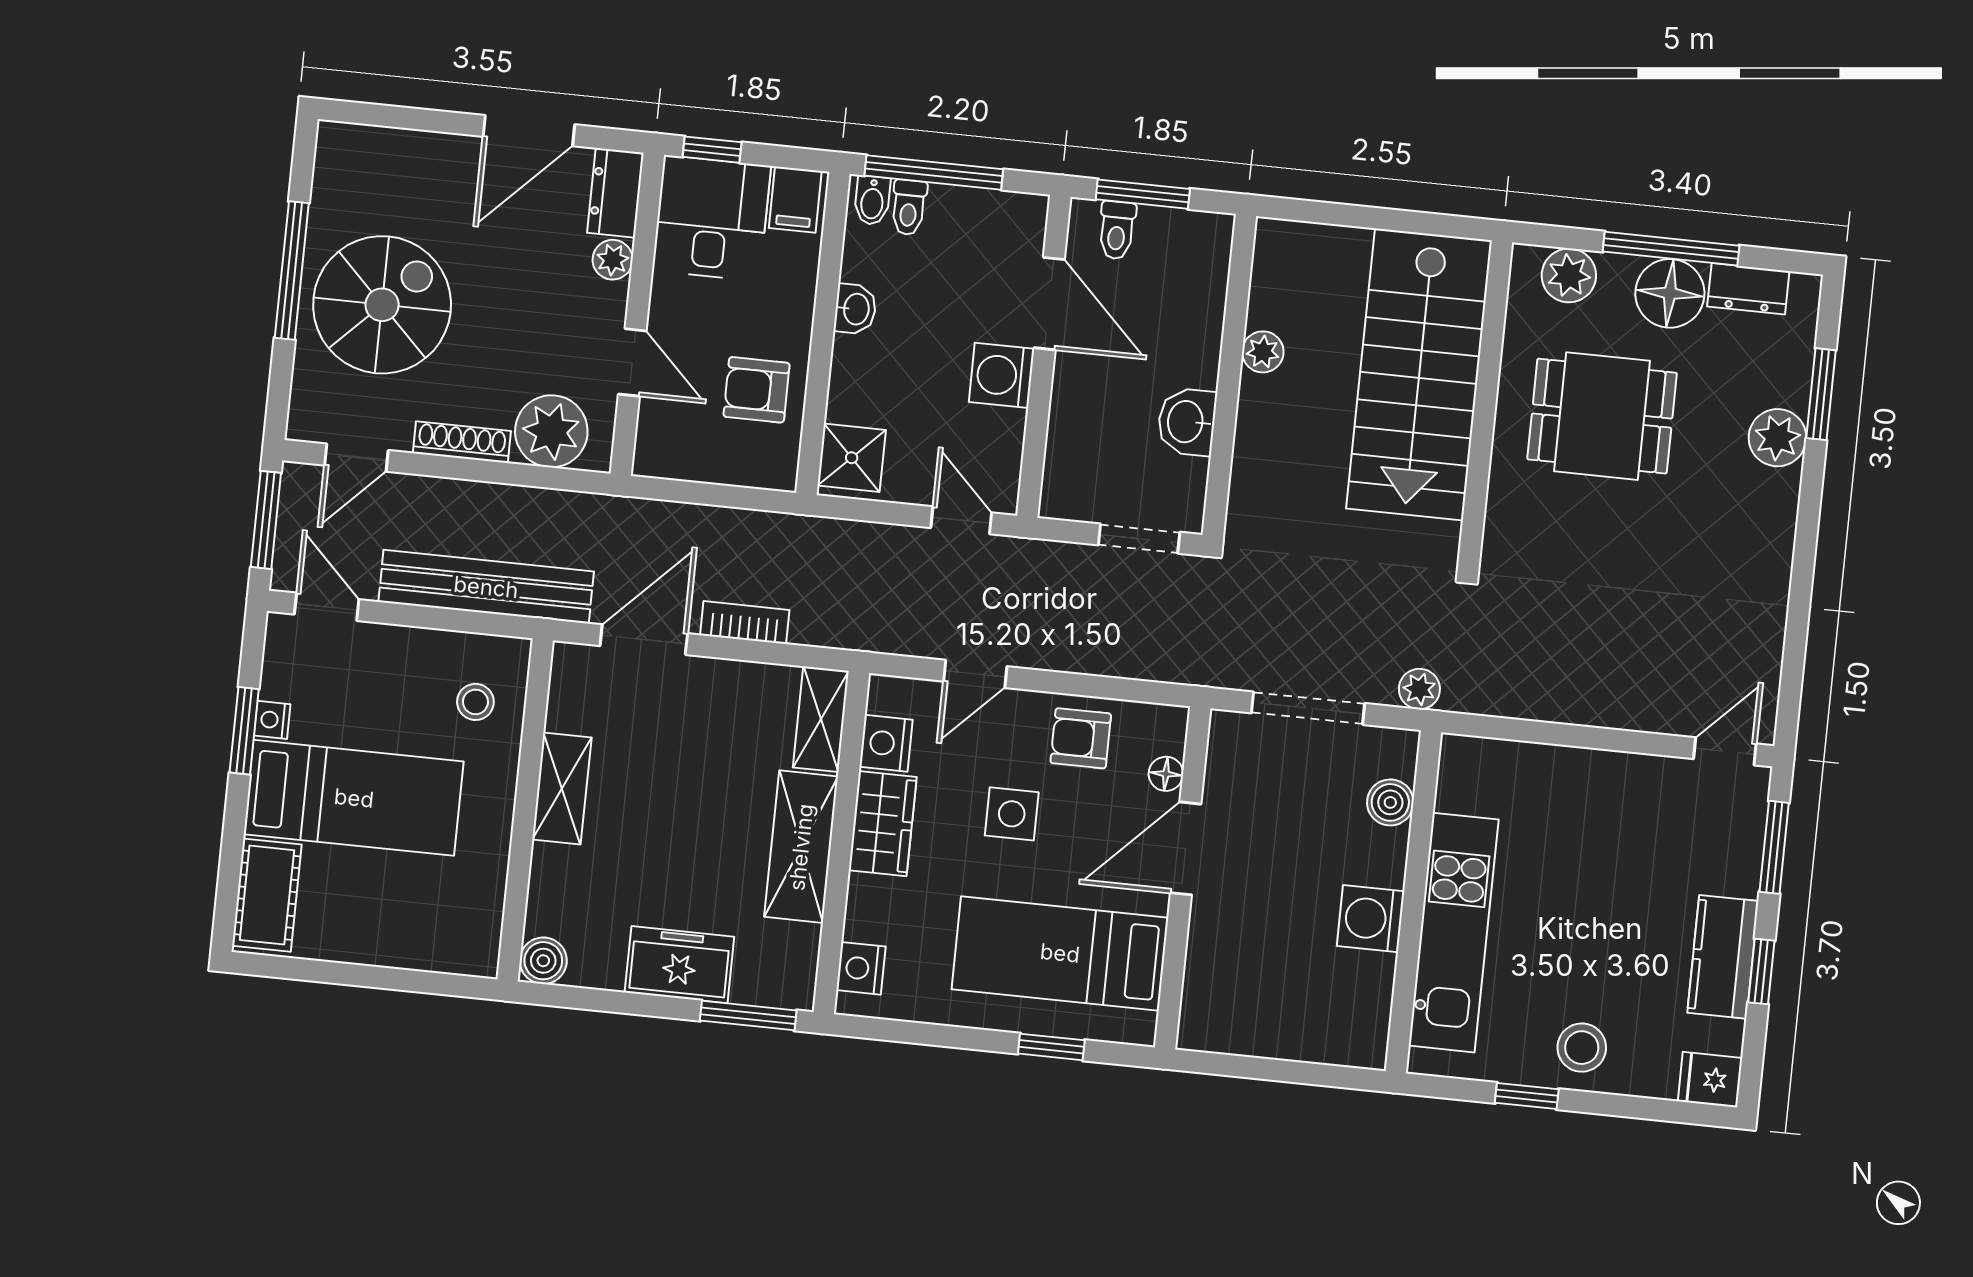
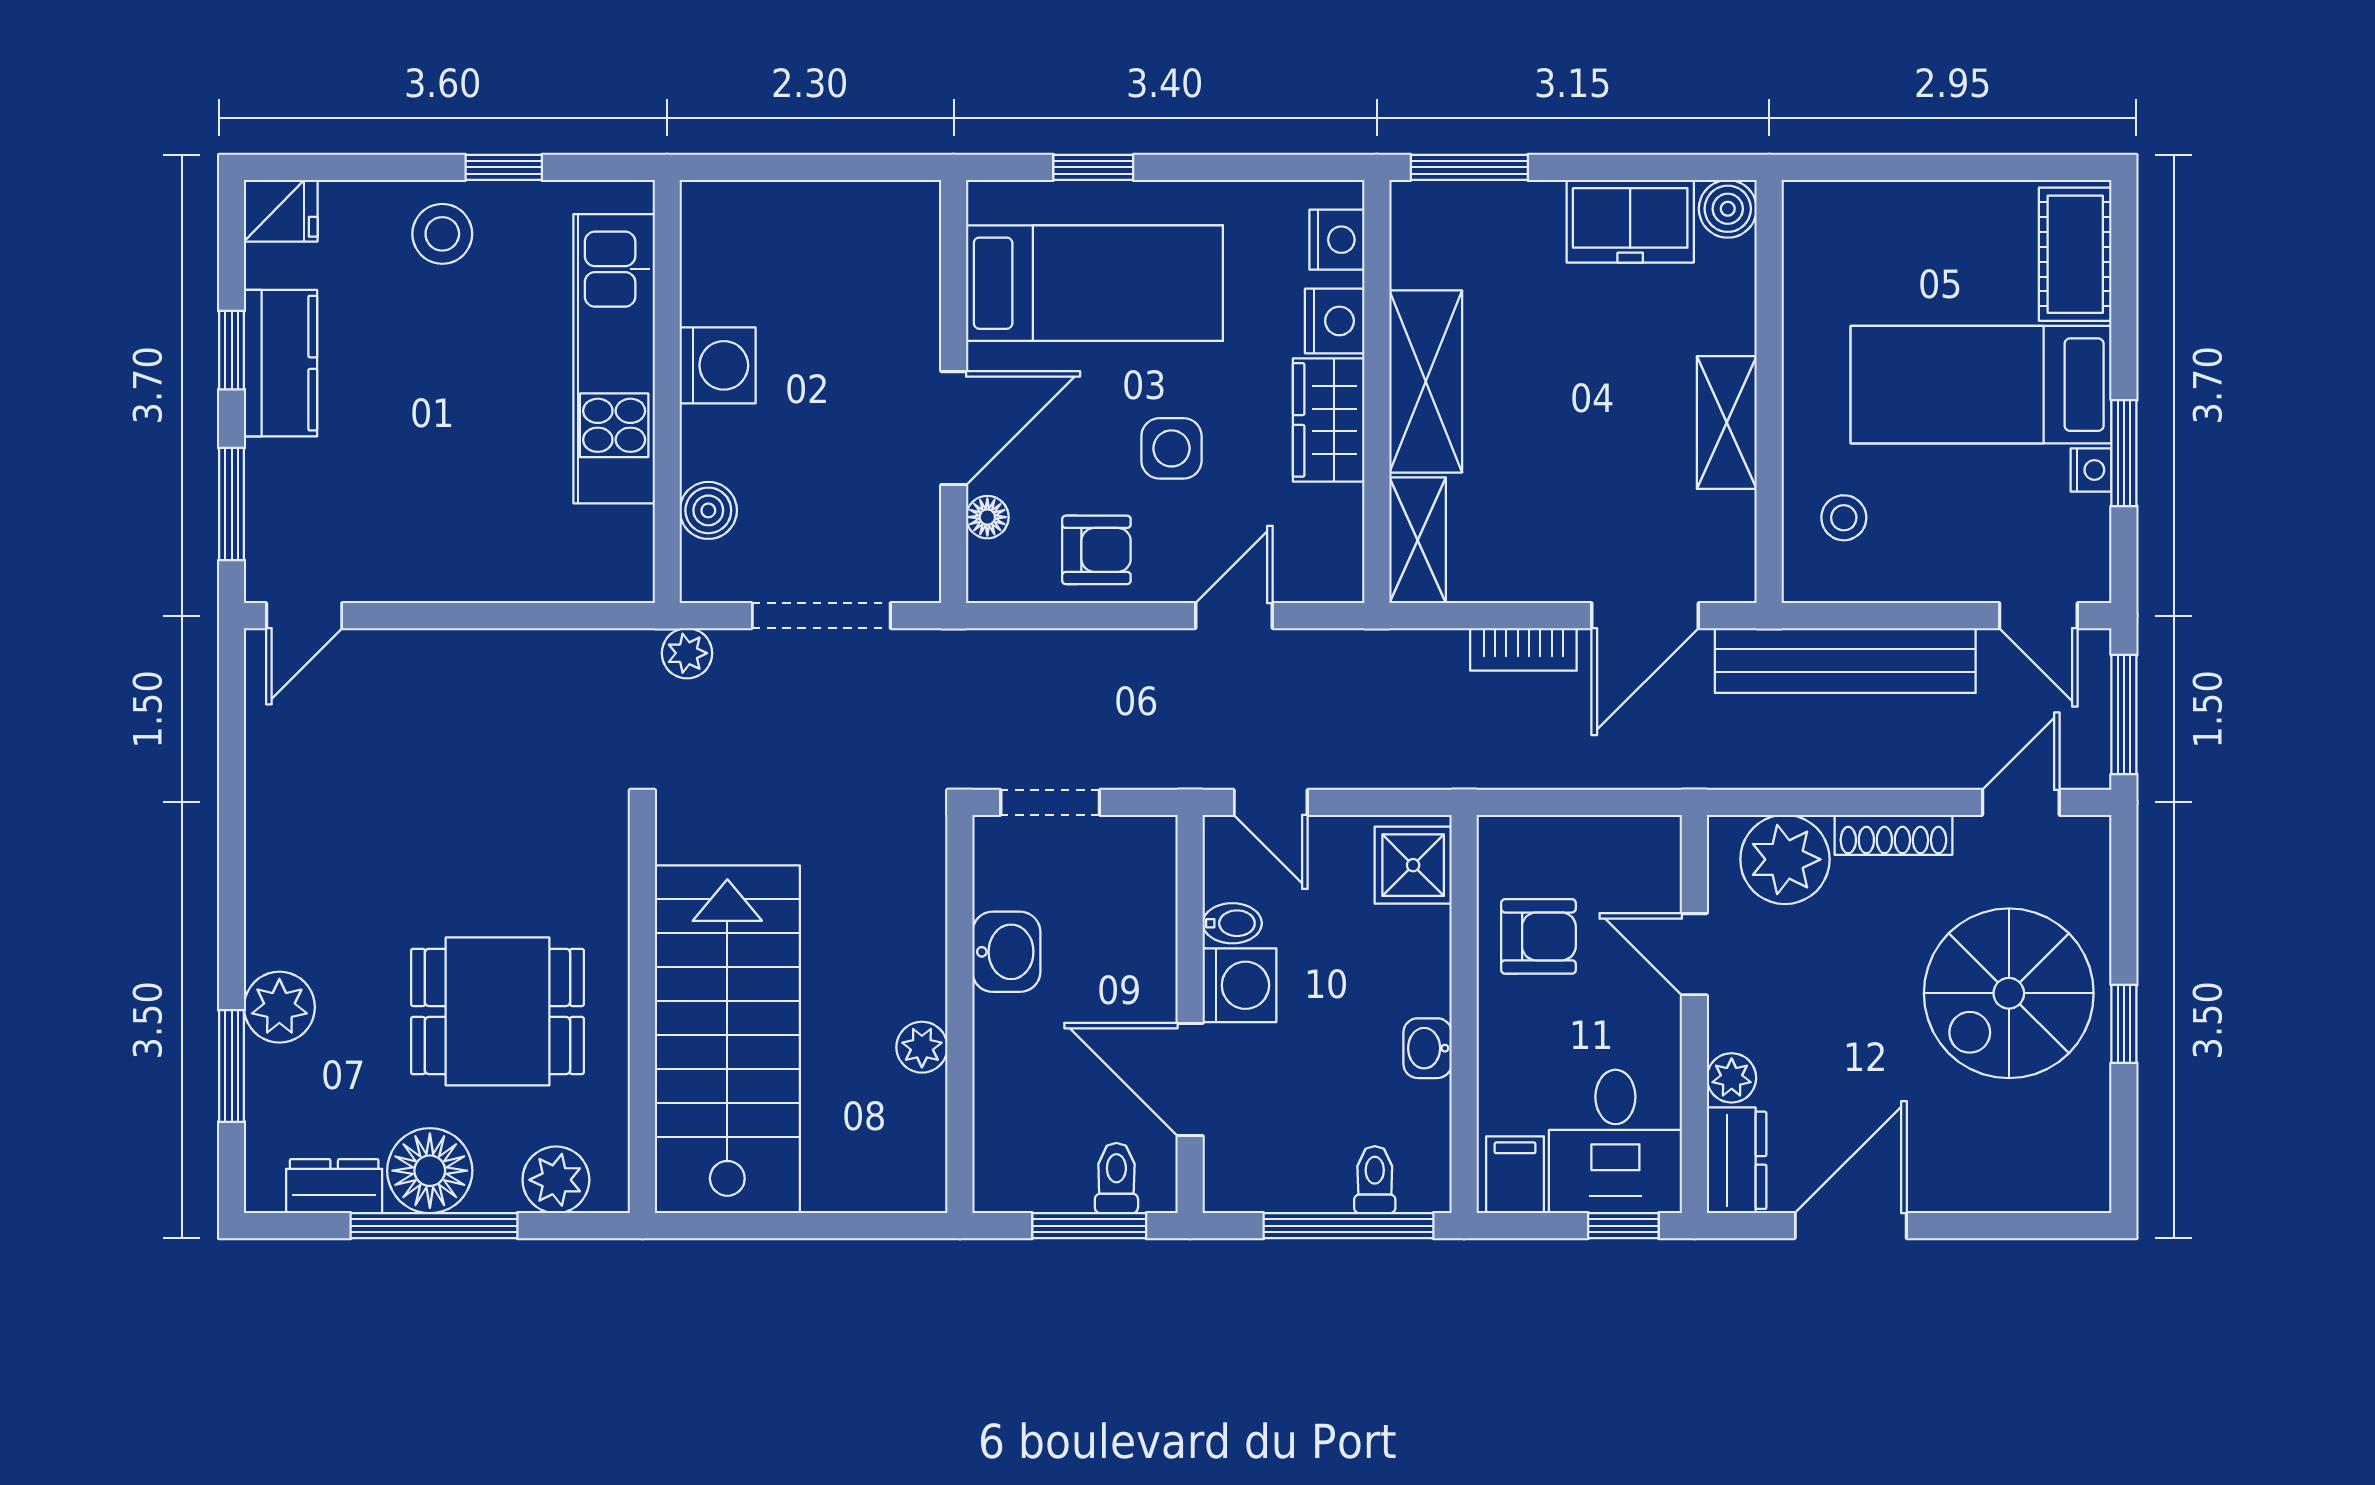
bidet: (872, 200) -> (1232, 923), moved, turned 90
window: (292, 270) -> (2124, 1024), width x0.46
nightstand: (886, 743) -> (1335, 321), moved
freezer: (679, 965) -> (1630, 221), moved

